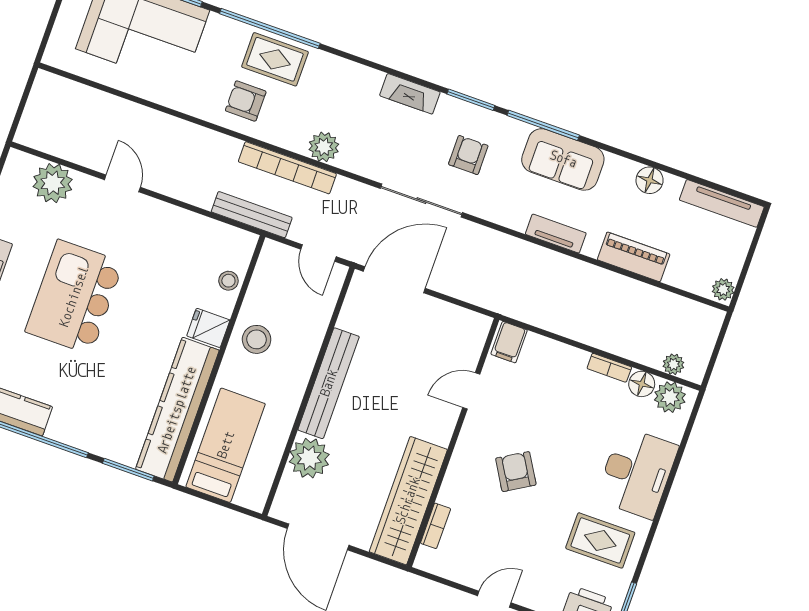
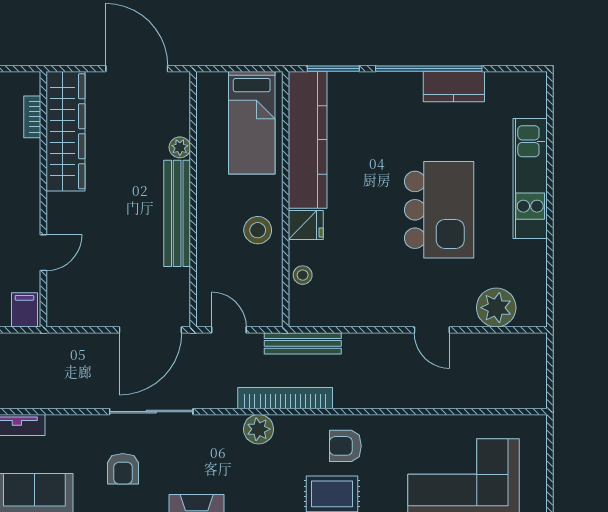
armchair: (246, 101) -> (345, 446), turned 180
plant: (309, 458) -> (180, 147), width x0.53, depth x0.53

